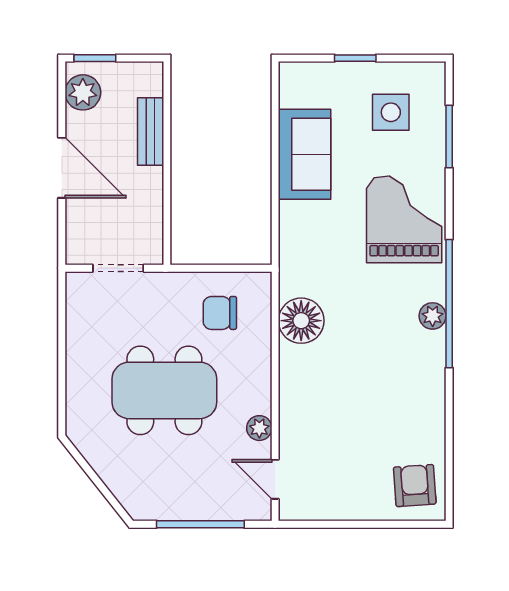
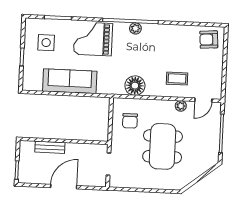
plant: (83, 92) -> (31, 176), removed
sofa: (304, 154) -> (70, 81), width x1.36
coffee table: (322, 417) -> (177, 79), added

